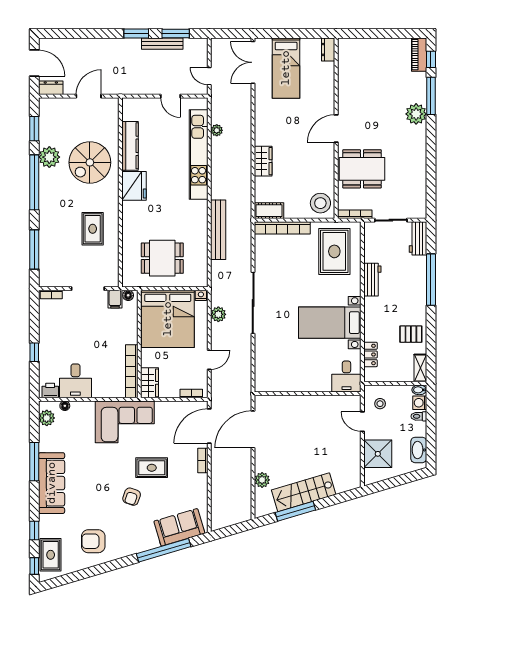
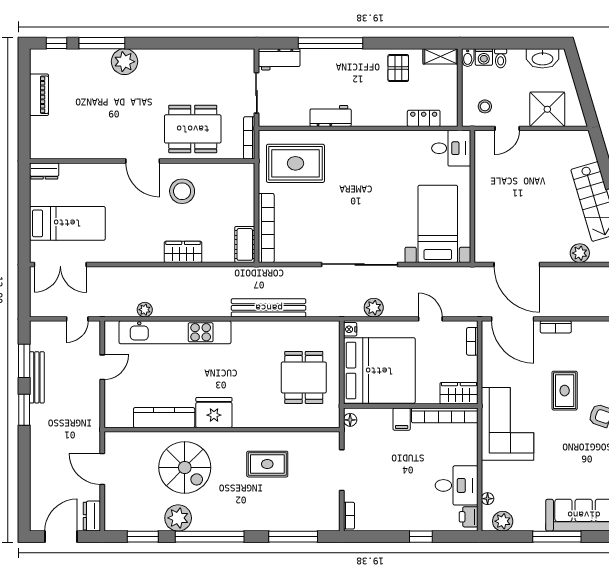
piano: (419, 55) -> (39, 95), moved, turned -90
dining table: (362, 169) -> (193, 129), turned 90
stool: (320, 203) -> (182, 191), moved
filing cabinet: (115, 299) -> (402, 419), moved, turned 90
bed with nightstands: (330, 323) -> (438, 224), moved, turned 180

